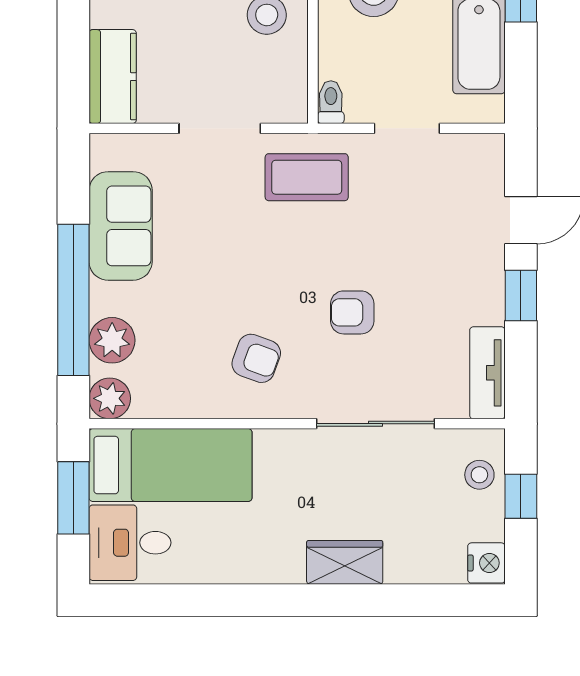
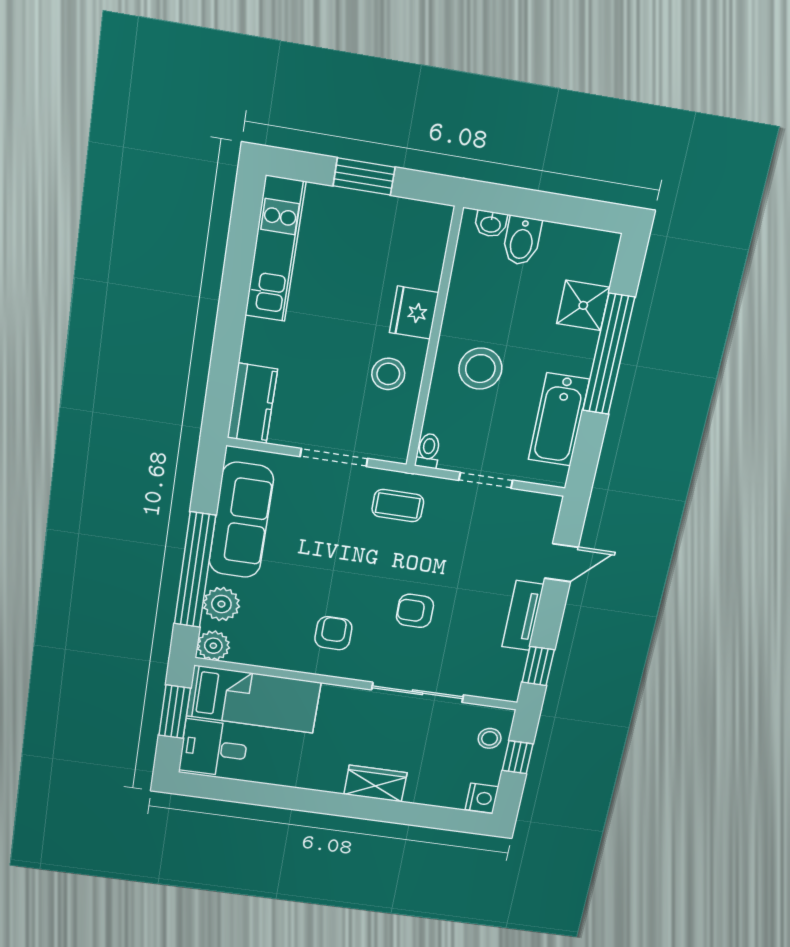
coffee table: (307, 177) -> (398, 506), width x0.73, depth x0.77
sofa: (121, 226) -> (241, 520), width x1.36
window: (521, 296) -> (538, 666), moved
armchair: (256, 358) -> (333, 633), turned -110
tv unit: (487, 373) -> (523, 616), moved

